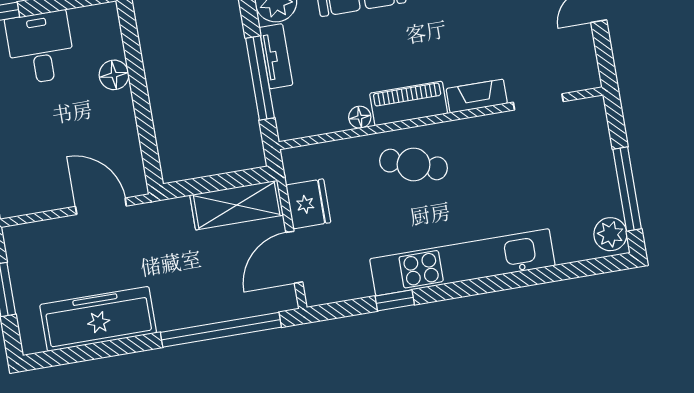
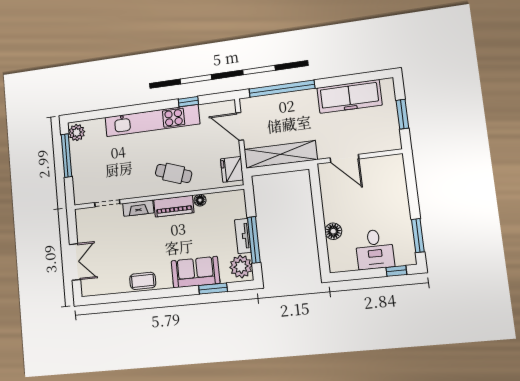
window: (260, 78) -> (254, 240), moved
fridge: (308, 204) -> (232, 169), moved
shelving: (237, 205) -> (281, 154), width x1.47
door: (294, 257) -> (240, 126), swing flipped

